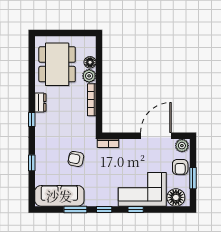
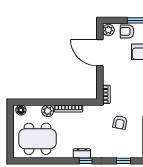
floor lamp: (90, 62) -> (21, 110), moved
dresser: (40, 103) -> (82, 153), moved
armchair: (180, 167) -> (127, 31), turned 180

